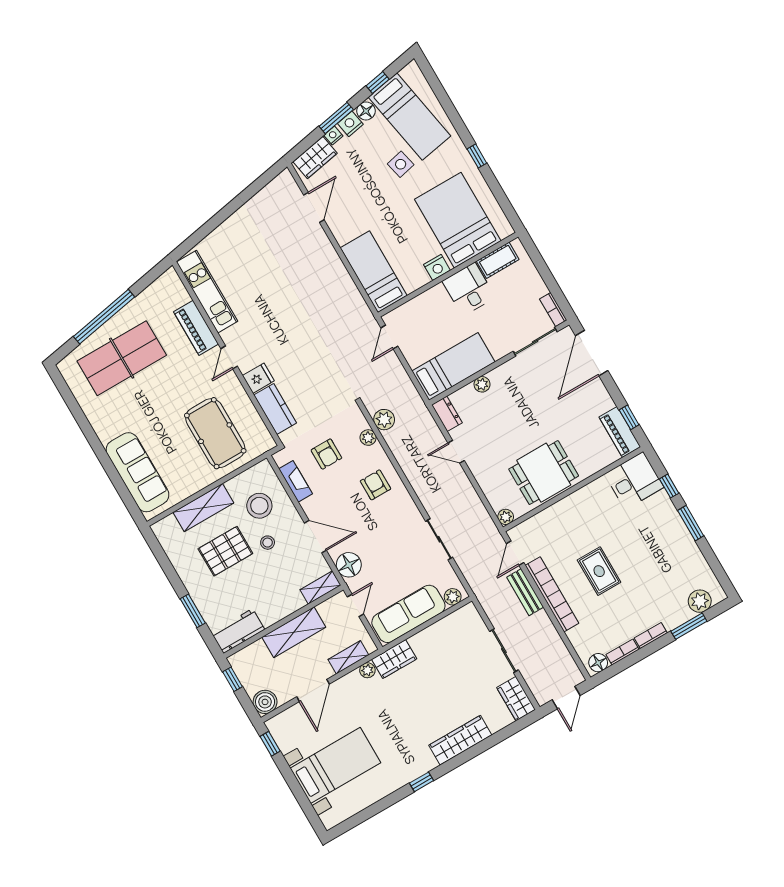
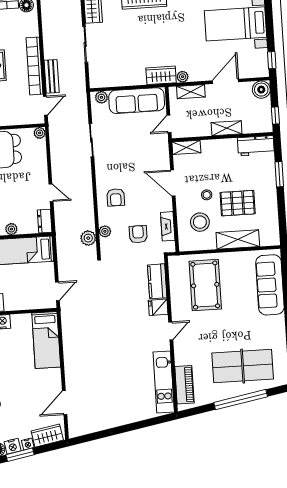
piano: (196, 328) -> (184, 385), moved
floor lamp: (349, 565) -> (160, 153), removed
shelving: (294, 632) -> (227, 128), width x0.67, depth x0.75

